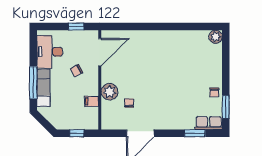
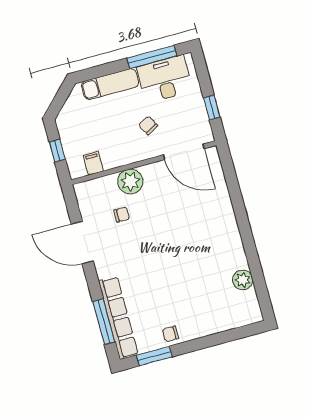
plant: (216, 37) -> (243, 280), moved
window: (33, 83) -> (152, 57), moved
filing cabinet: (91, 101) -> (93, 163), moved
row of seats: (209, 123) -> (118, 318), width x2.02
window: (195, 133) -> (104, 322), width x1.44

